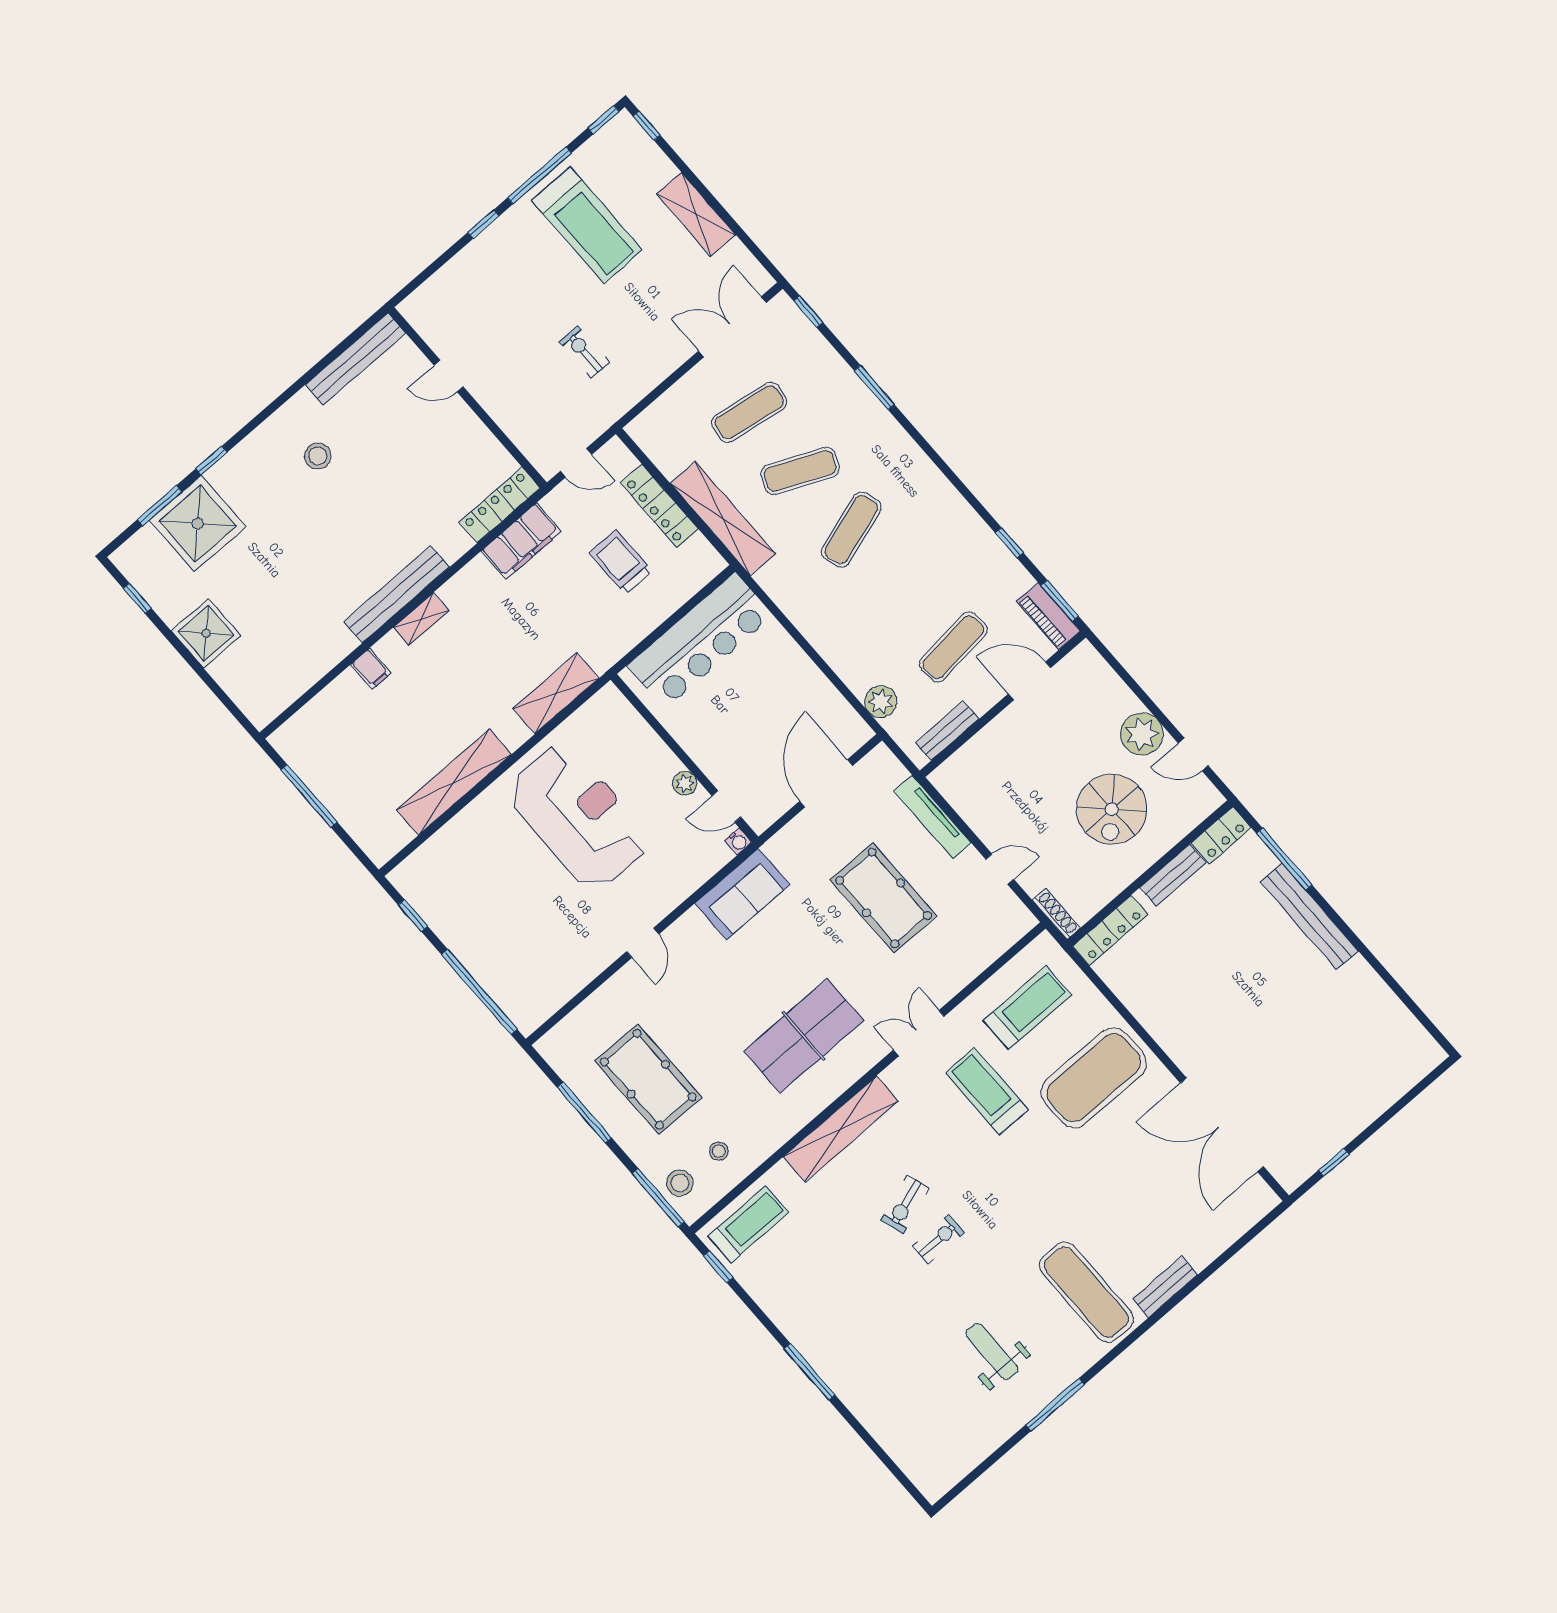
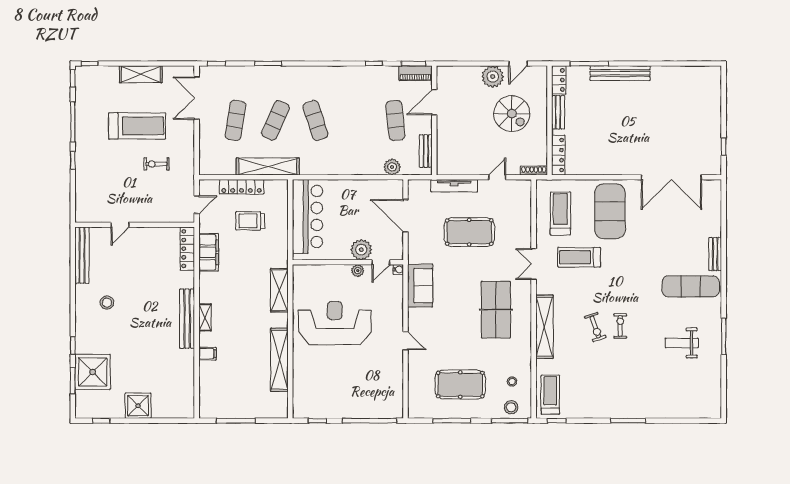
treadmill: (587, 225) -> (137, 126), moved
plant: (720, 762) -> (361, 250), added

